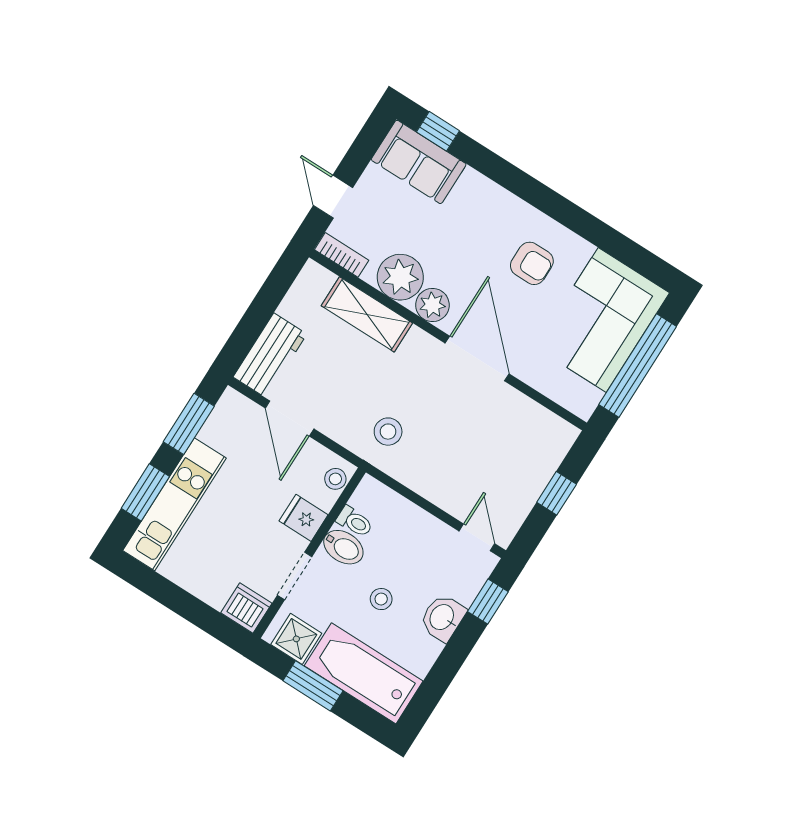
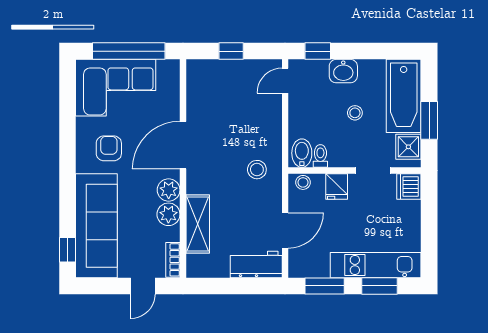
sofa: (419, 162) -> (96, 226), width x1.85, depth x1.27
plant: (400, 277) -> (168, 214), width x0.73, depth x0.73
bidet: (343, 547) -> (302, 153), moved

